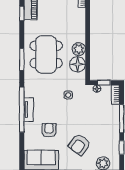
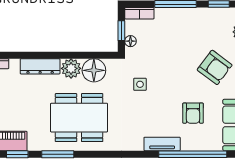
dresser: (80, 29) -> (40, 66), added
window: (22, 59) -> (58, 154), moved
window: (22, 110) -> (193, 154), moved
armchair: (49, 130) -> (193, 113), turned -90

